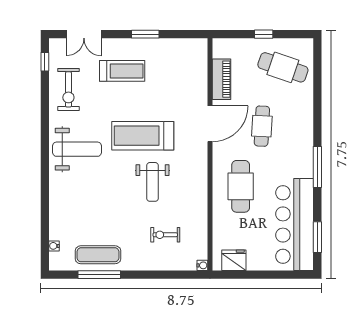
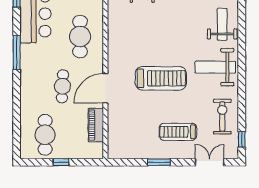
cafe table: (283, 67) -> (45, 135), turned 71
weight bench: (153, 182) -> (222, 24), moved

